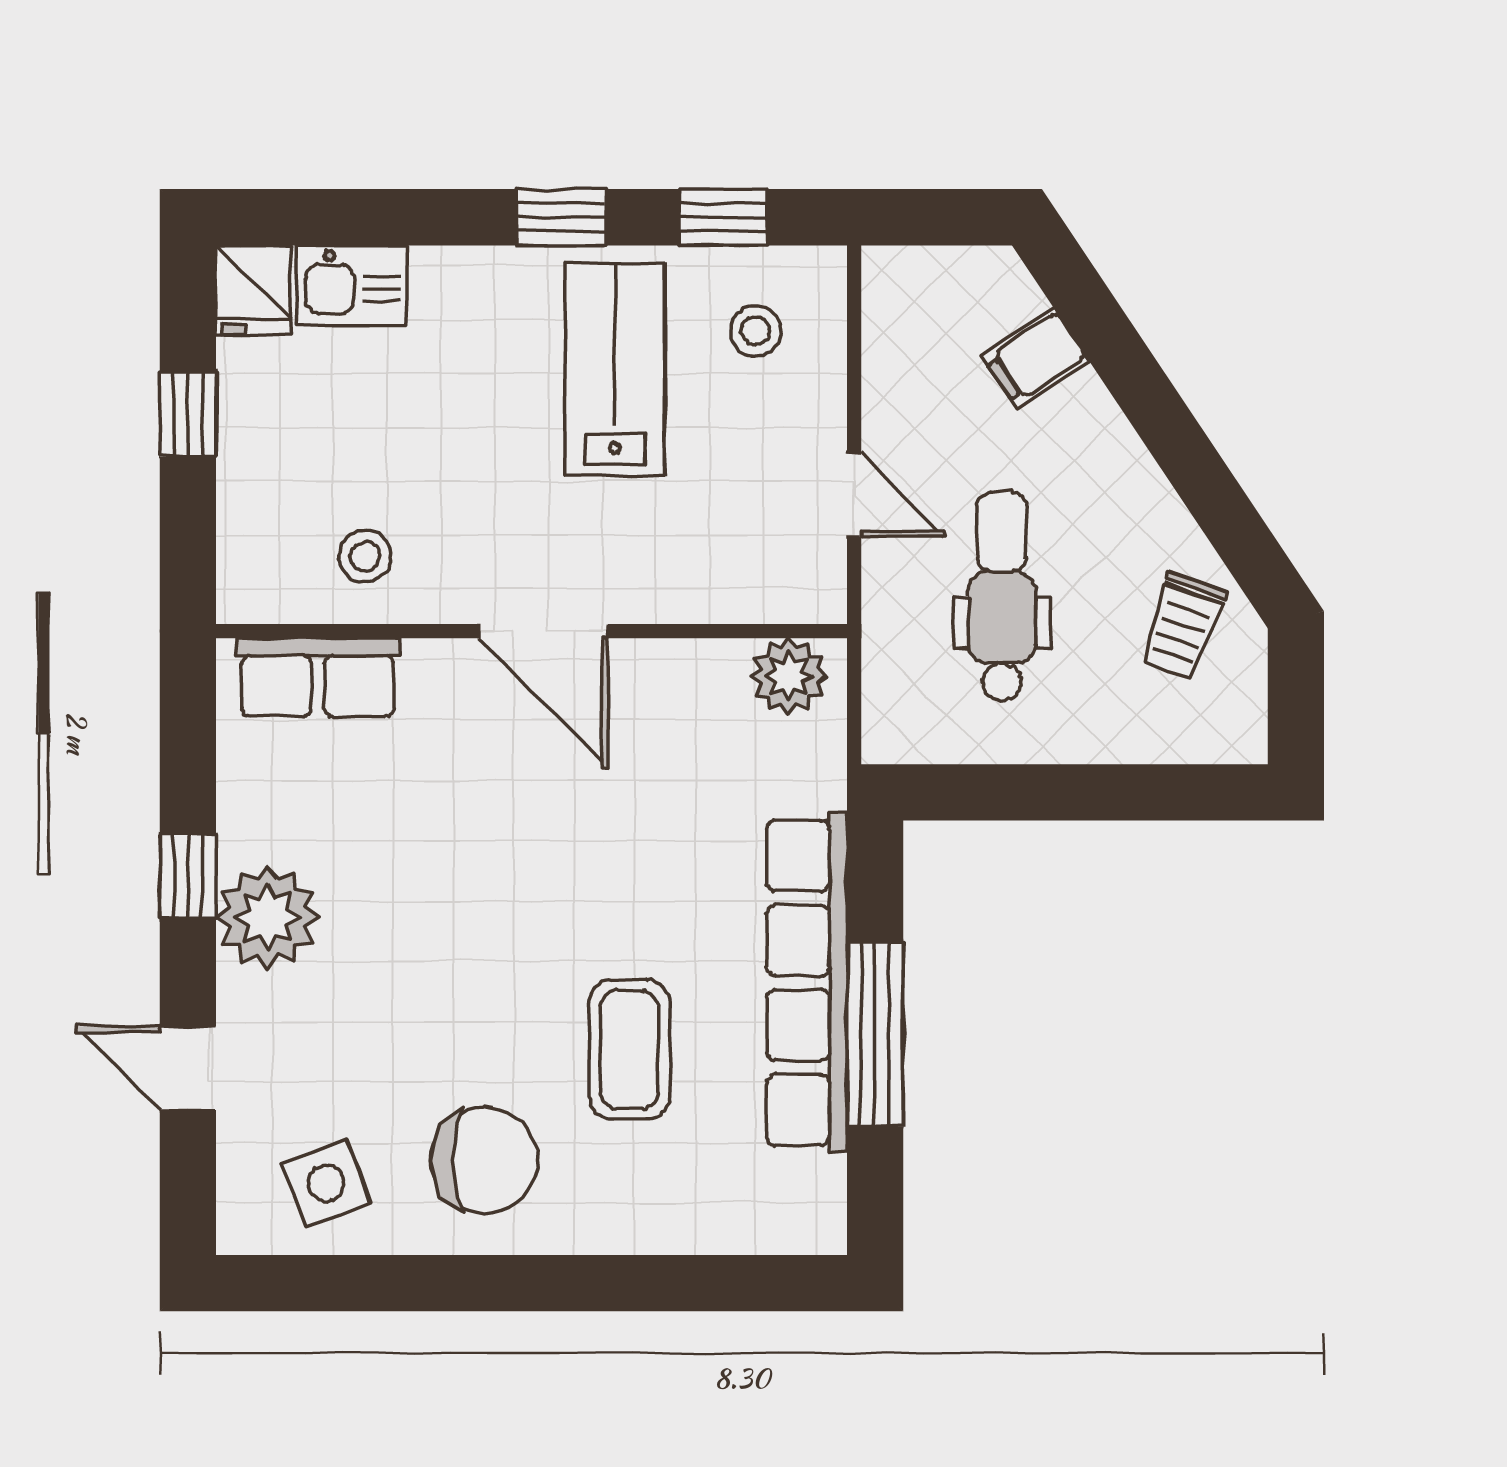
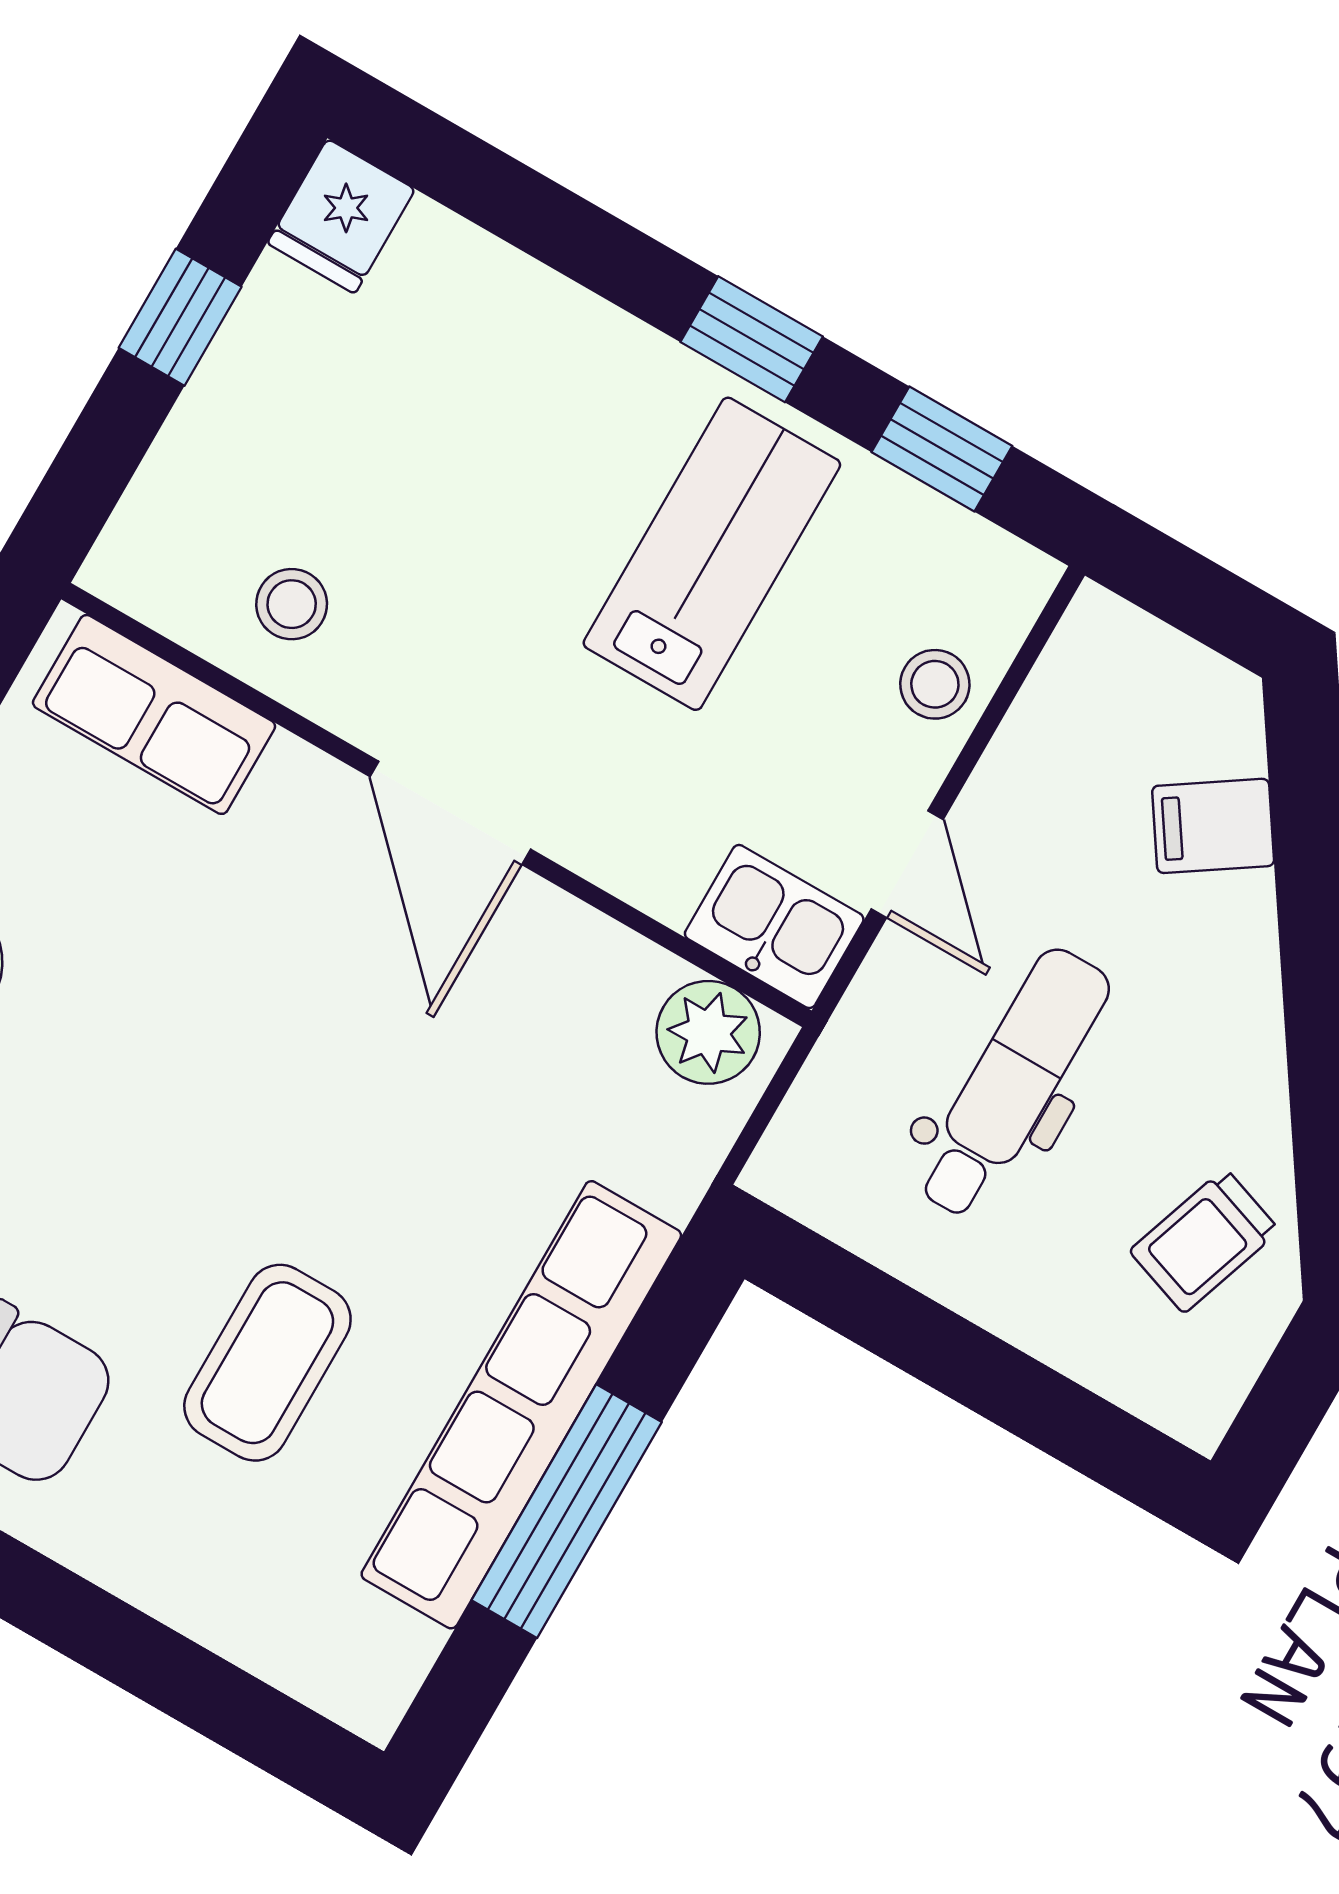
kitchen sink: (352, 285) -> (774, 926), moved, turned 180
stool: (755, 331) -> (935, 684), moved

